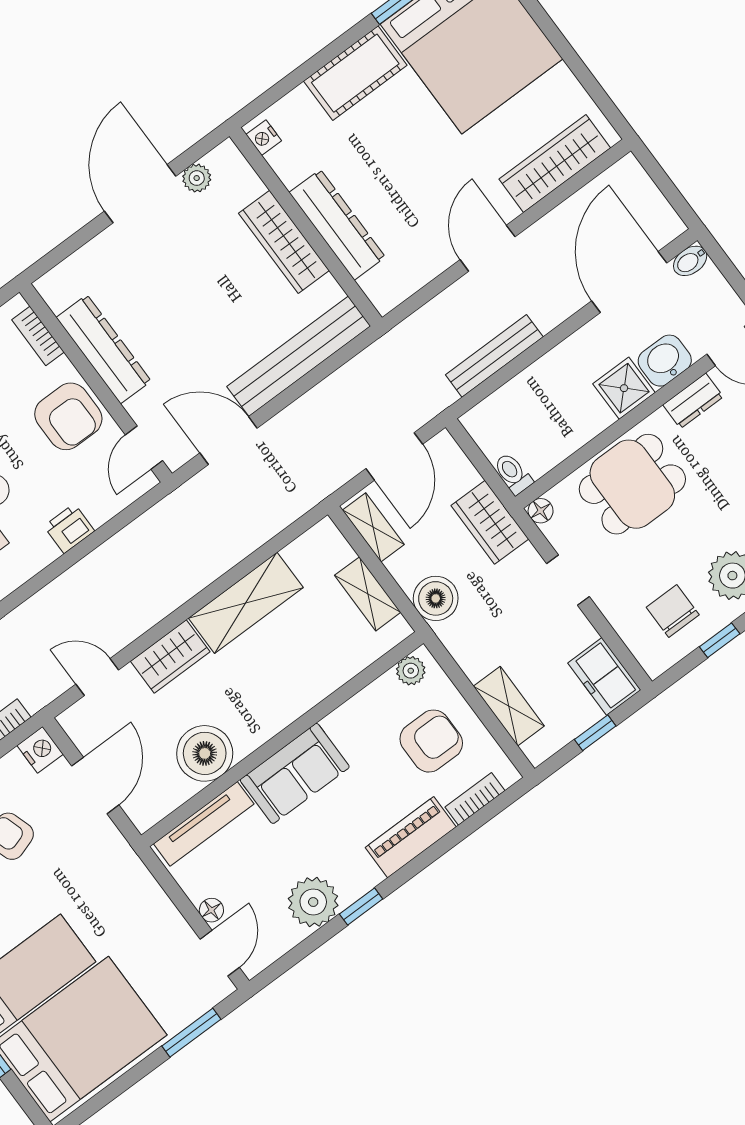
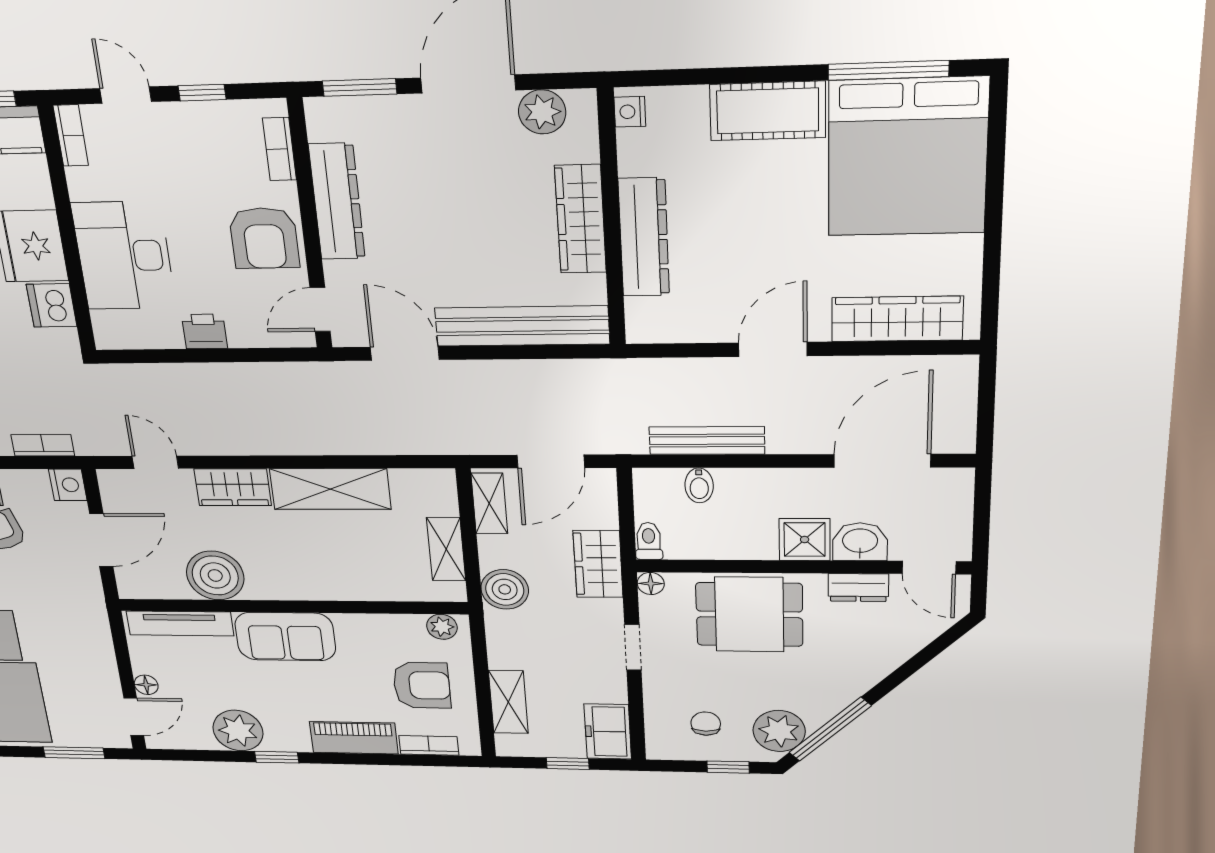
plant: (197, 178) -> (542, 112), width x1.38, depth x1.38
window: (67, 248) -> (360, 87), added
bidet: (690, 261) -> (699, 485), moved, turned -90
chair: (673, 611) -> (706, 724), width x0.73, depth x0.73

